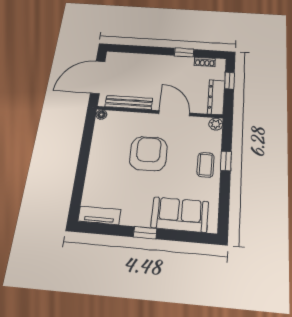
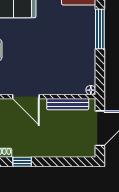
armchair: (148, 154) -> (45, 56), removed
window: (80, 178) -> (100, 29), added

